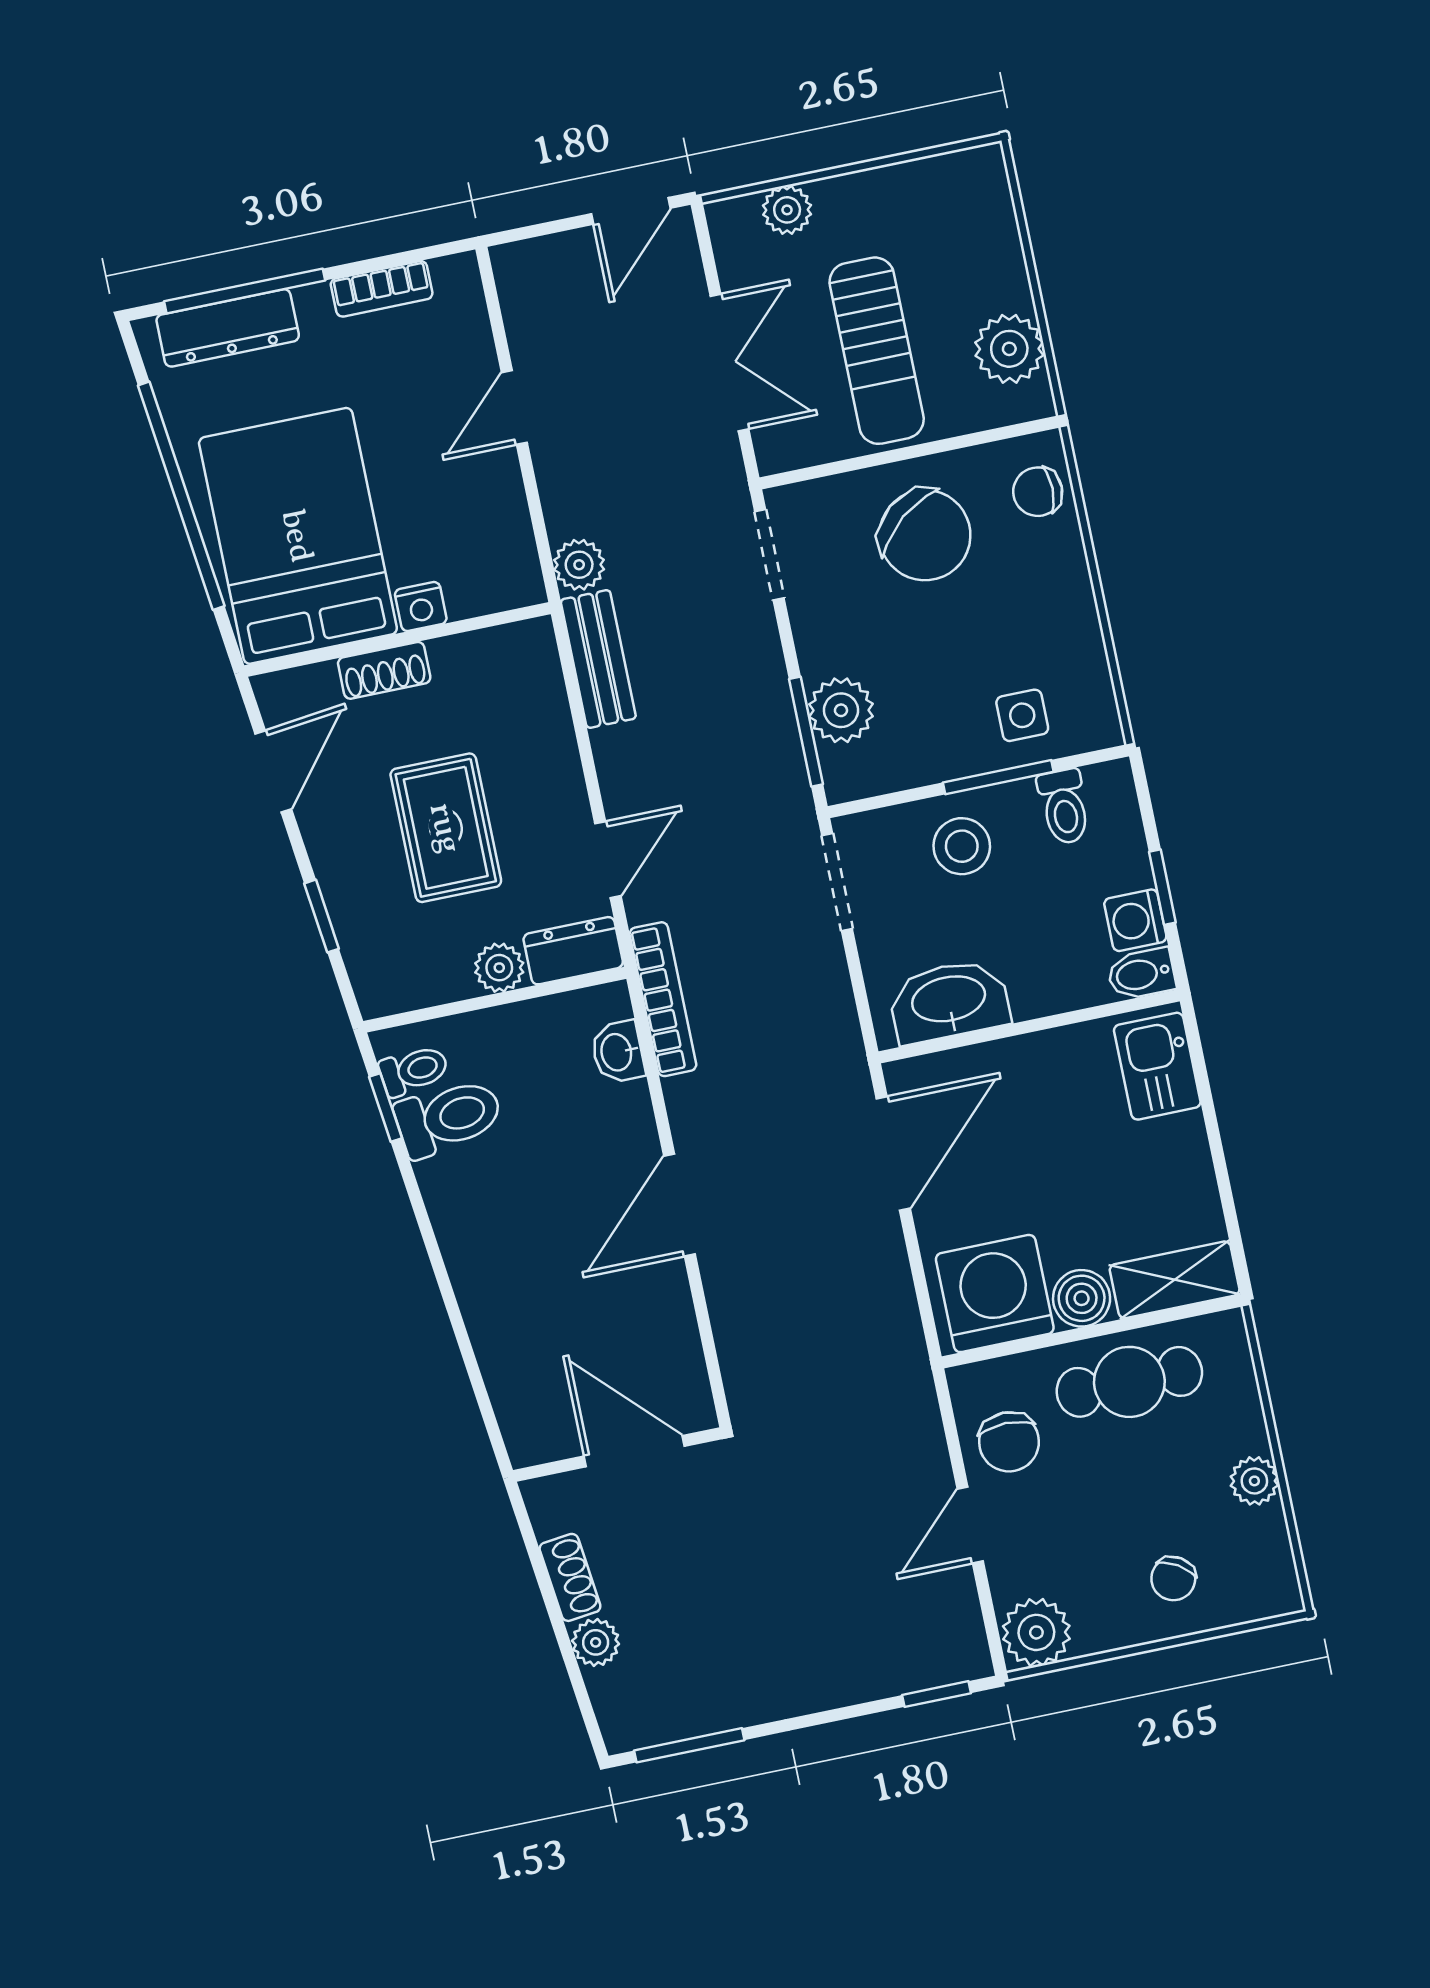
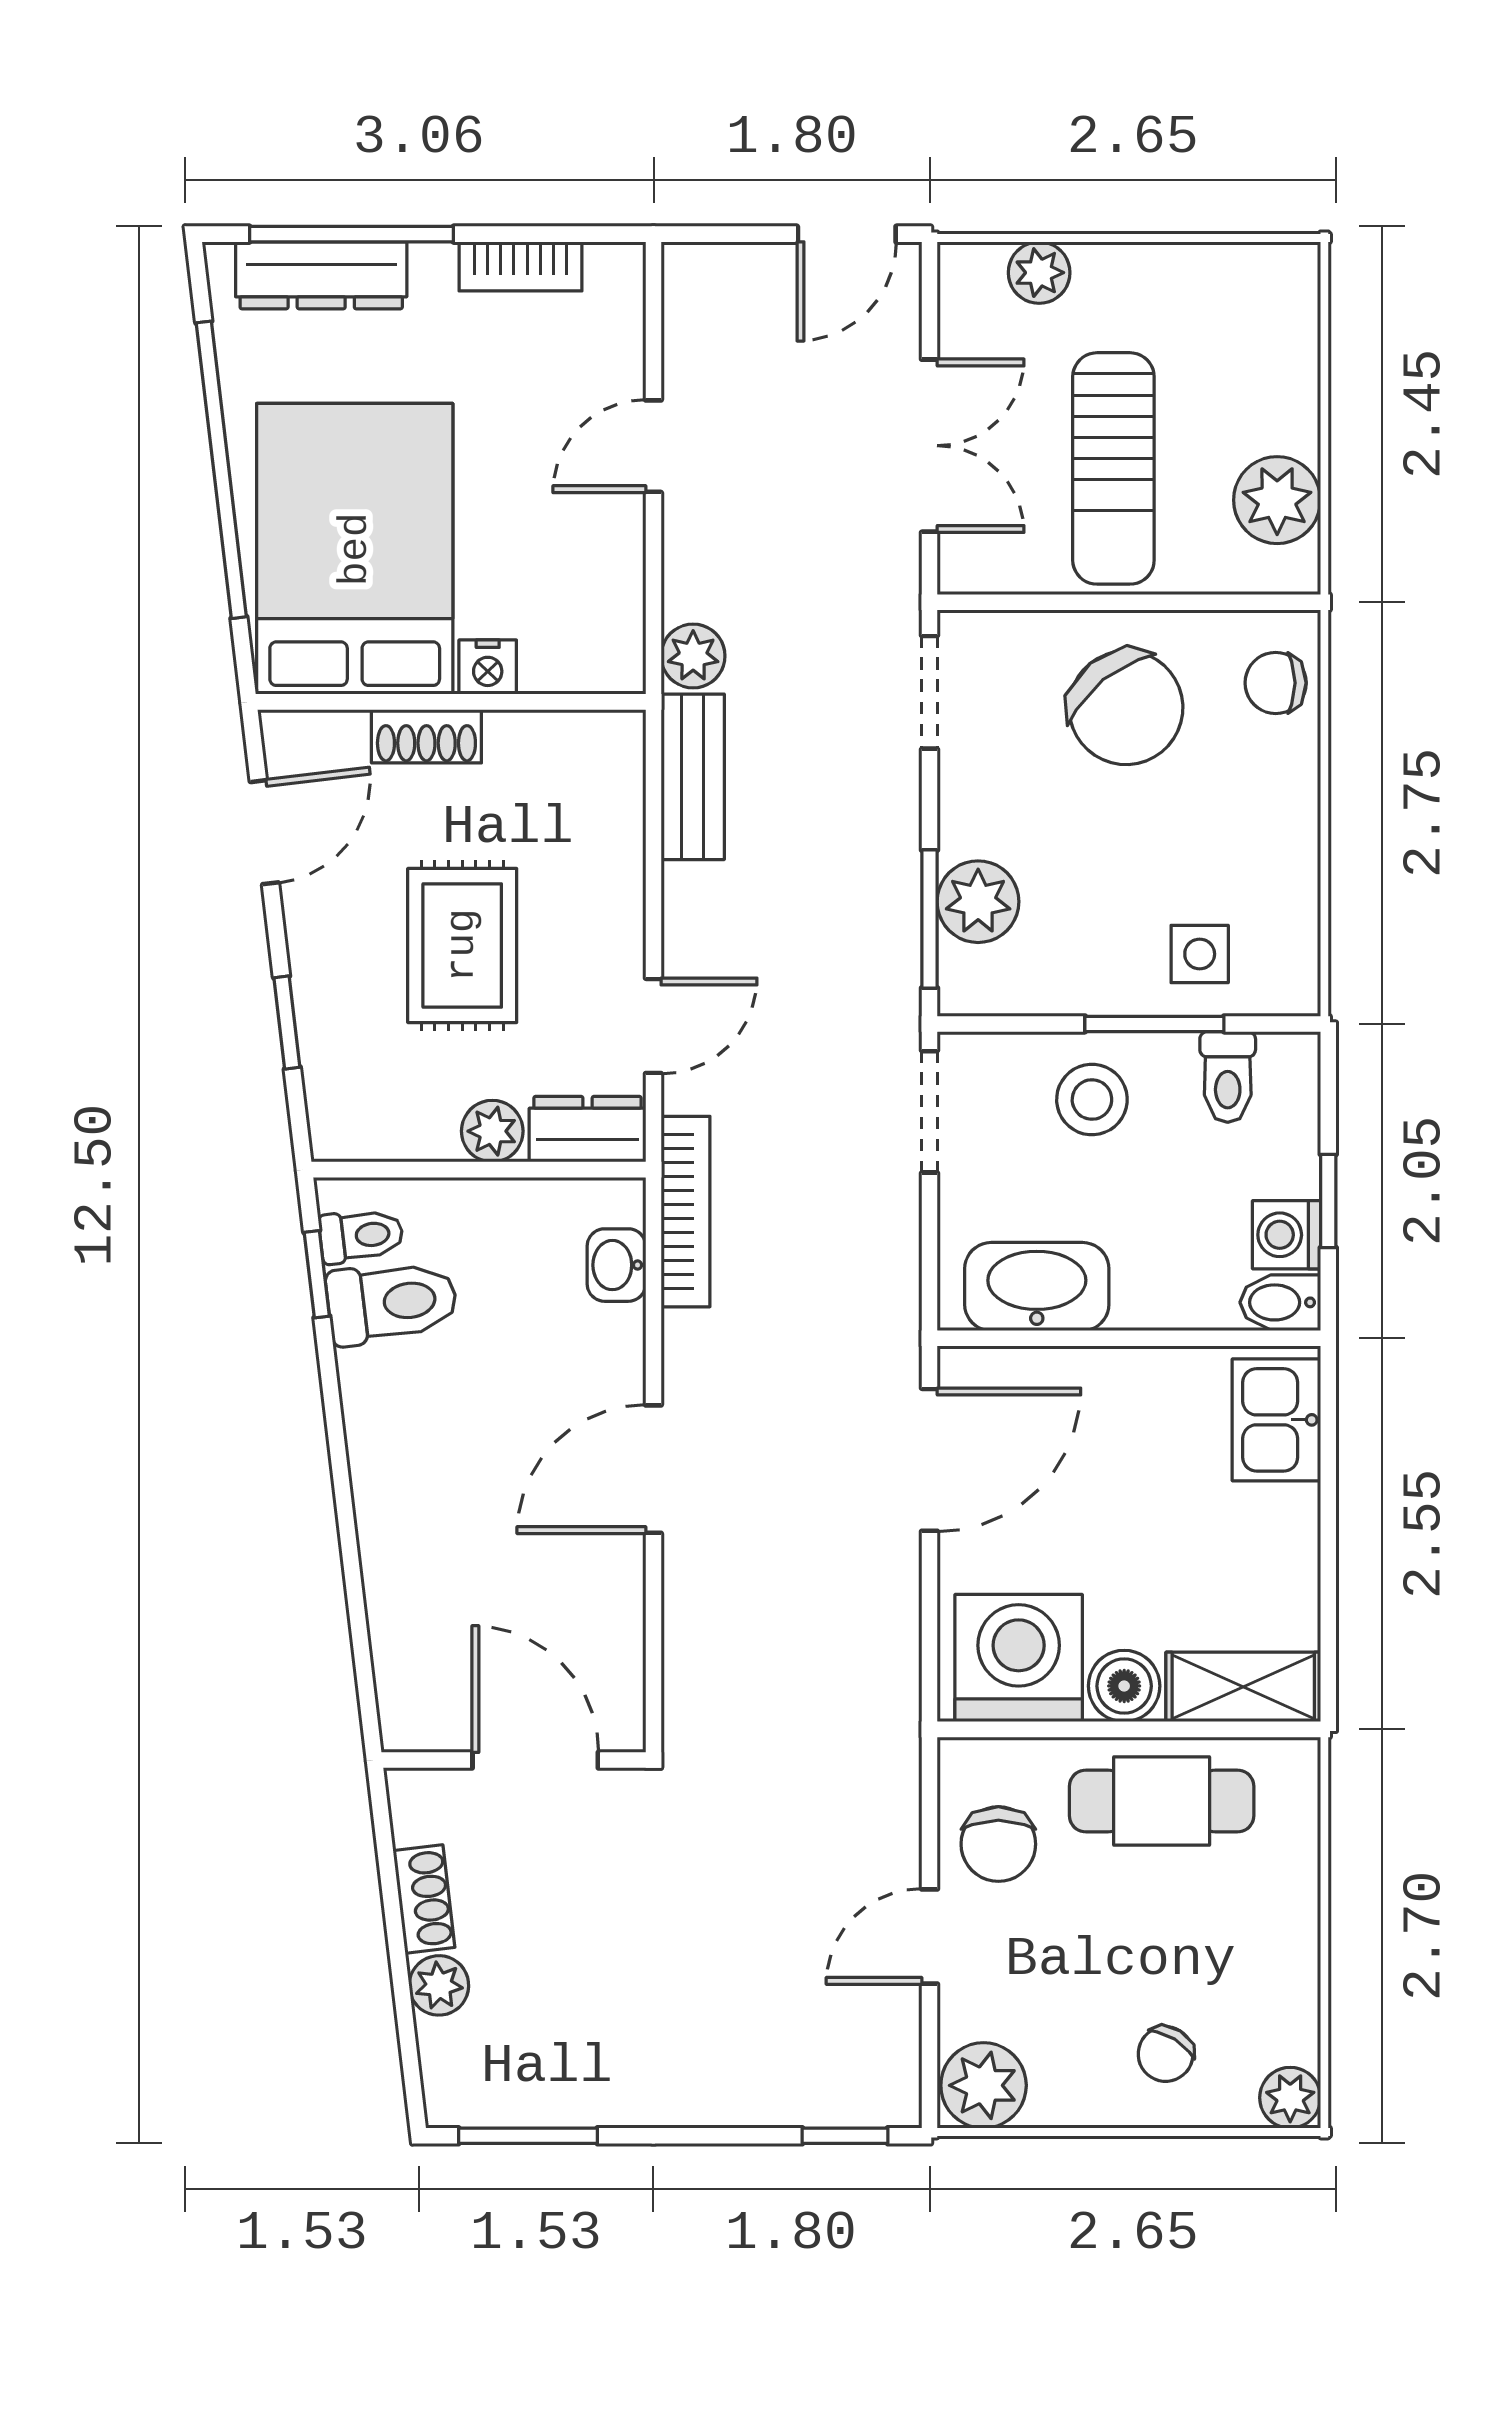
plant: (1254, 1481) -> (1290, 2098), moved

